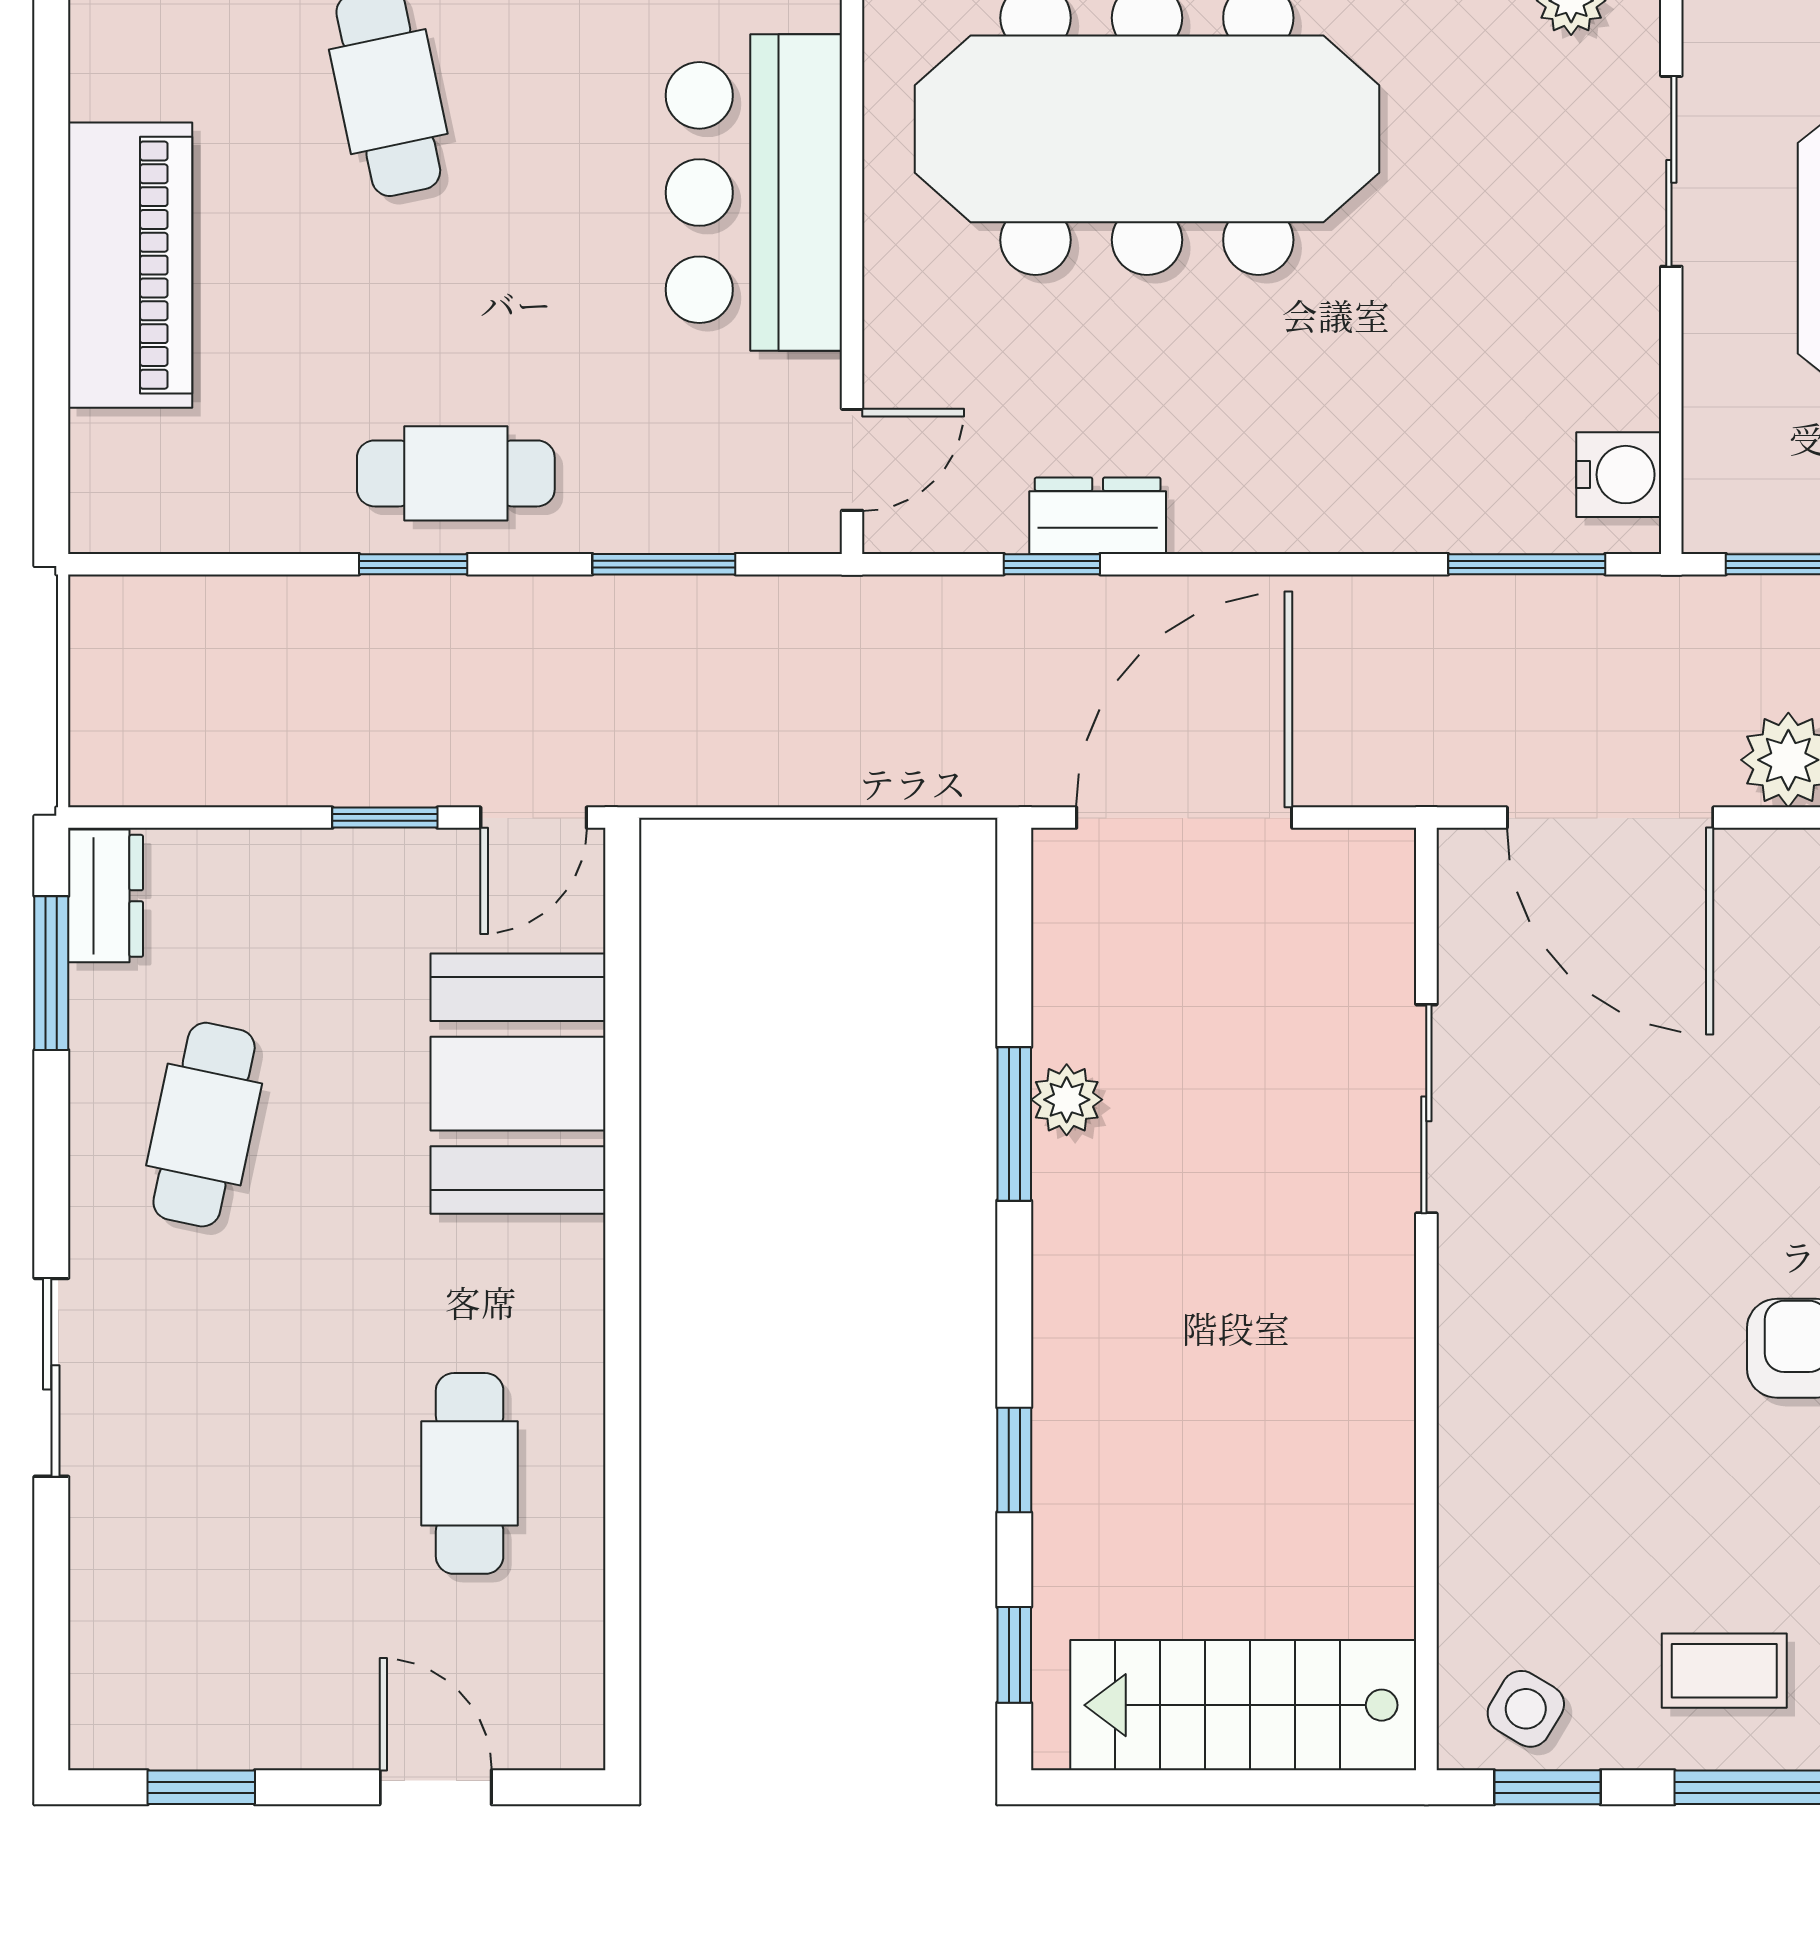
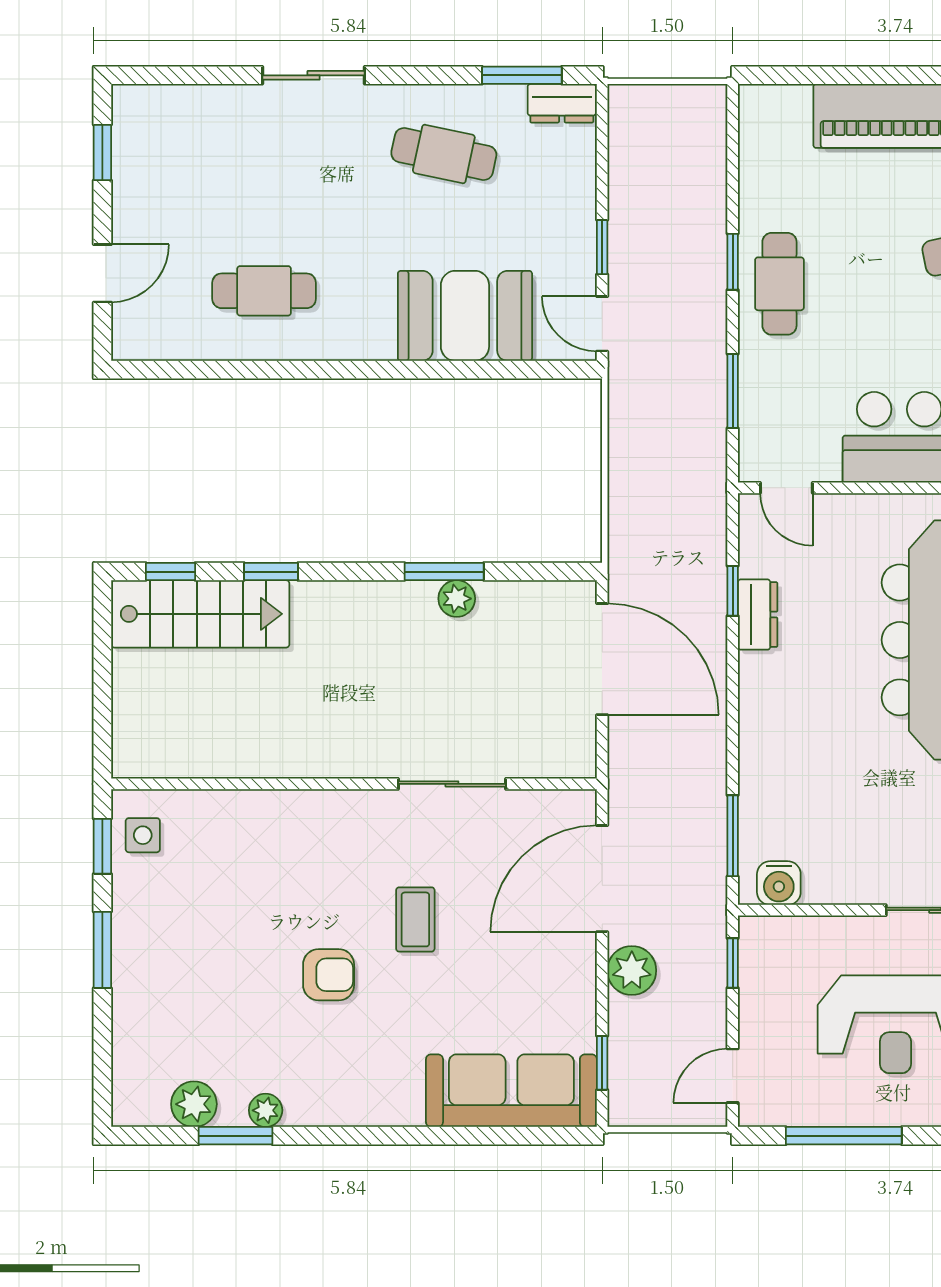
coffee table: (1724, 1671) -> (415, 919), moved
stairs: (1243, 1705) -> (200, 614), moved, turned 90
side table: (1526, 1709) -> (143, 835), turned -31

